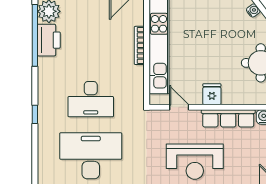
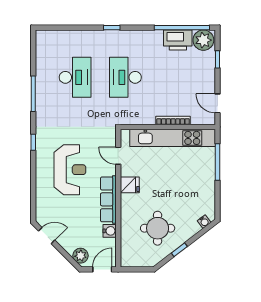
door: (179, 107) -> (118, 156), swing flipped
desk: (91, 156) -> (75, 77), width x0.73, depth x0.77
reception desk: (195, 162) -> (70, 170), turned 180

